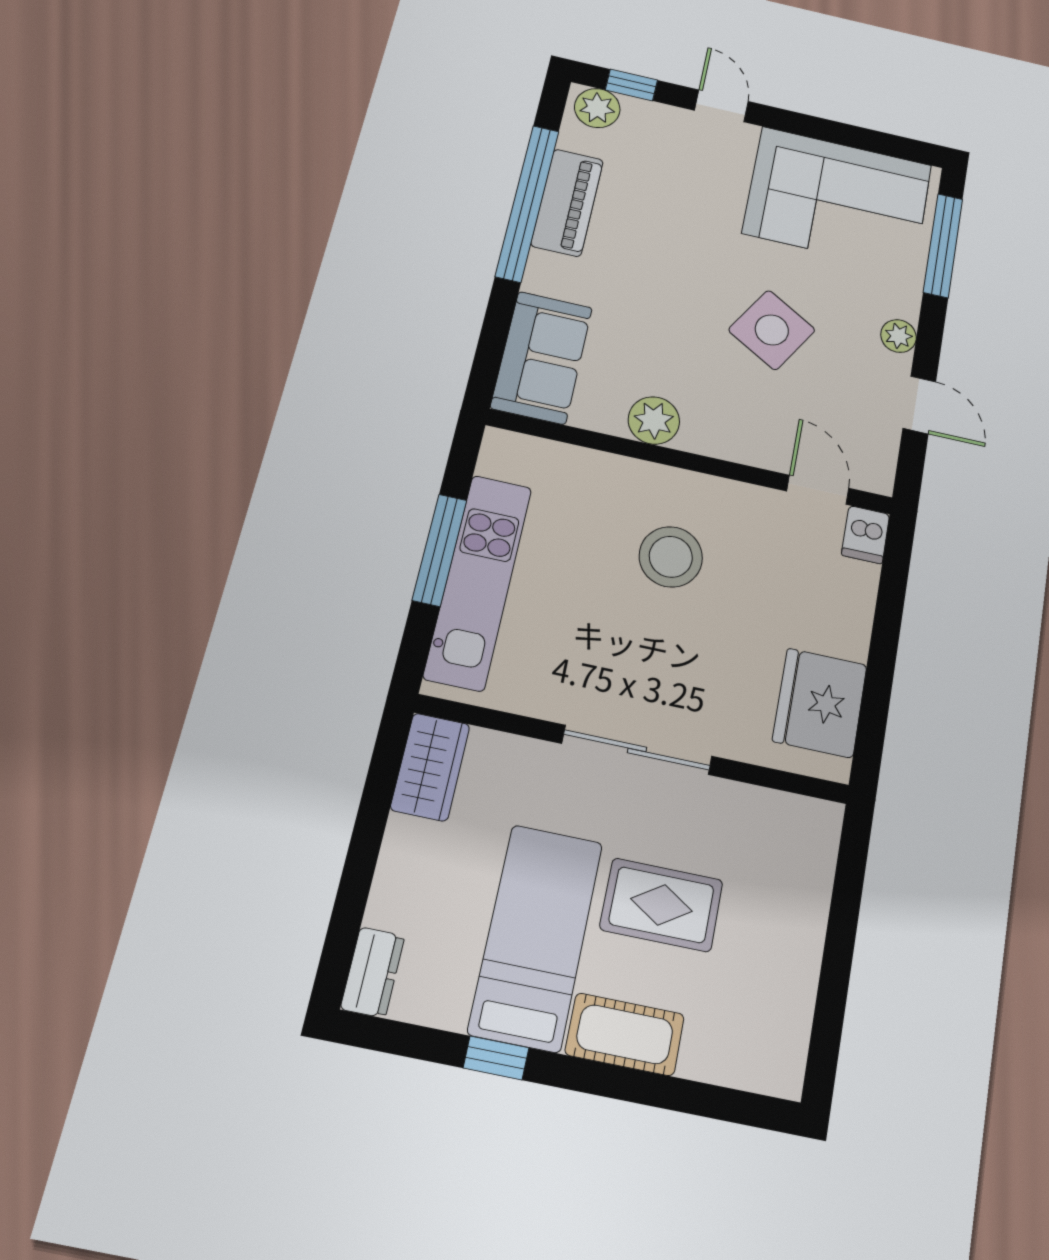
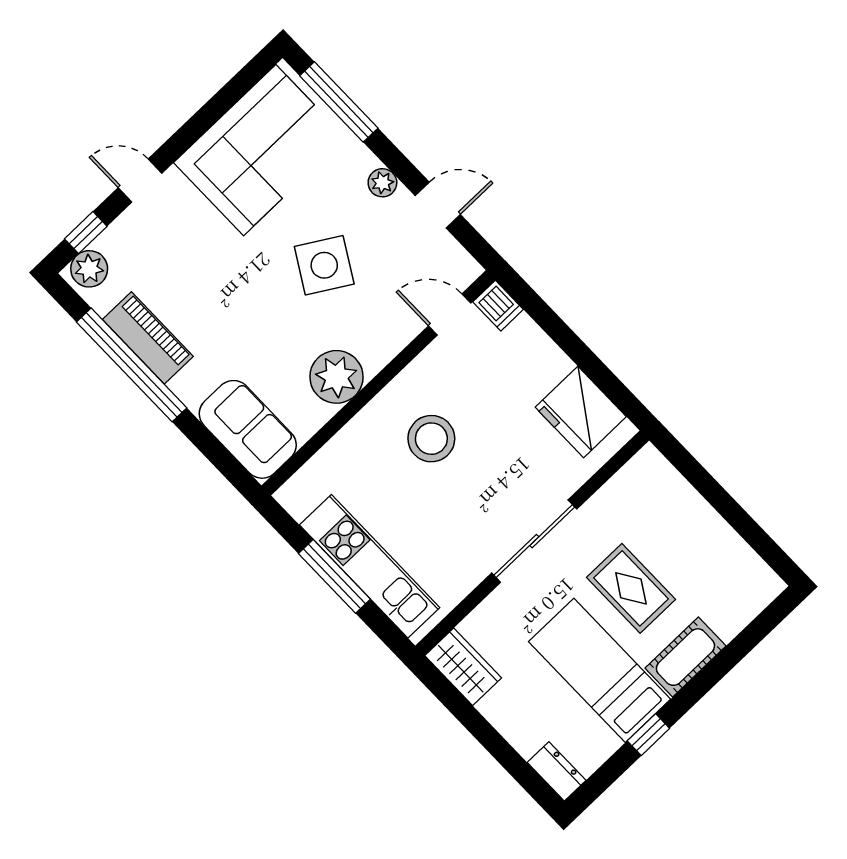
plant: (654, 420) -> (336, 377), width x1.36, depth x1.36
rug: (661, 905) -> (631, 588), turned 90

